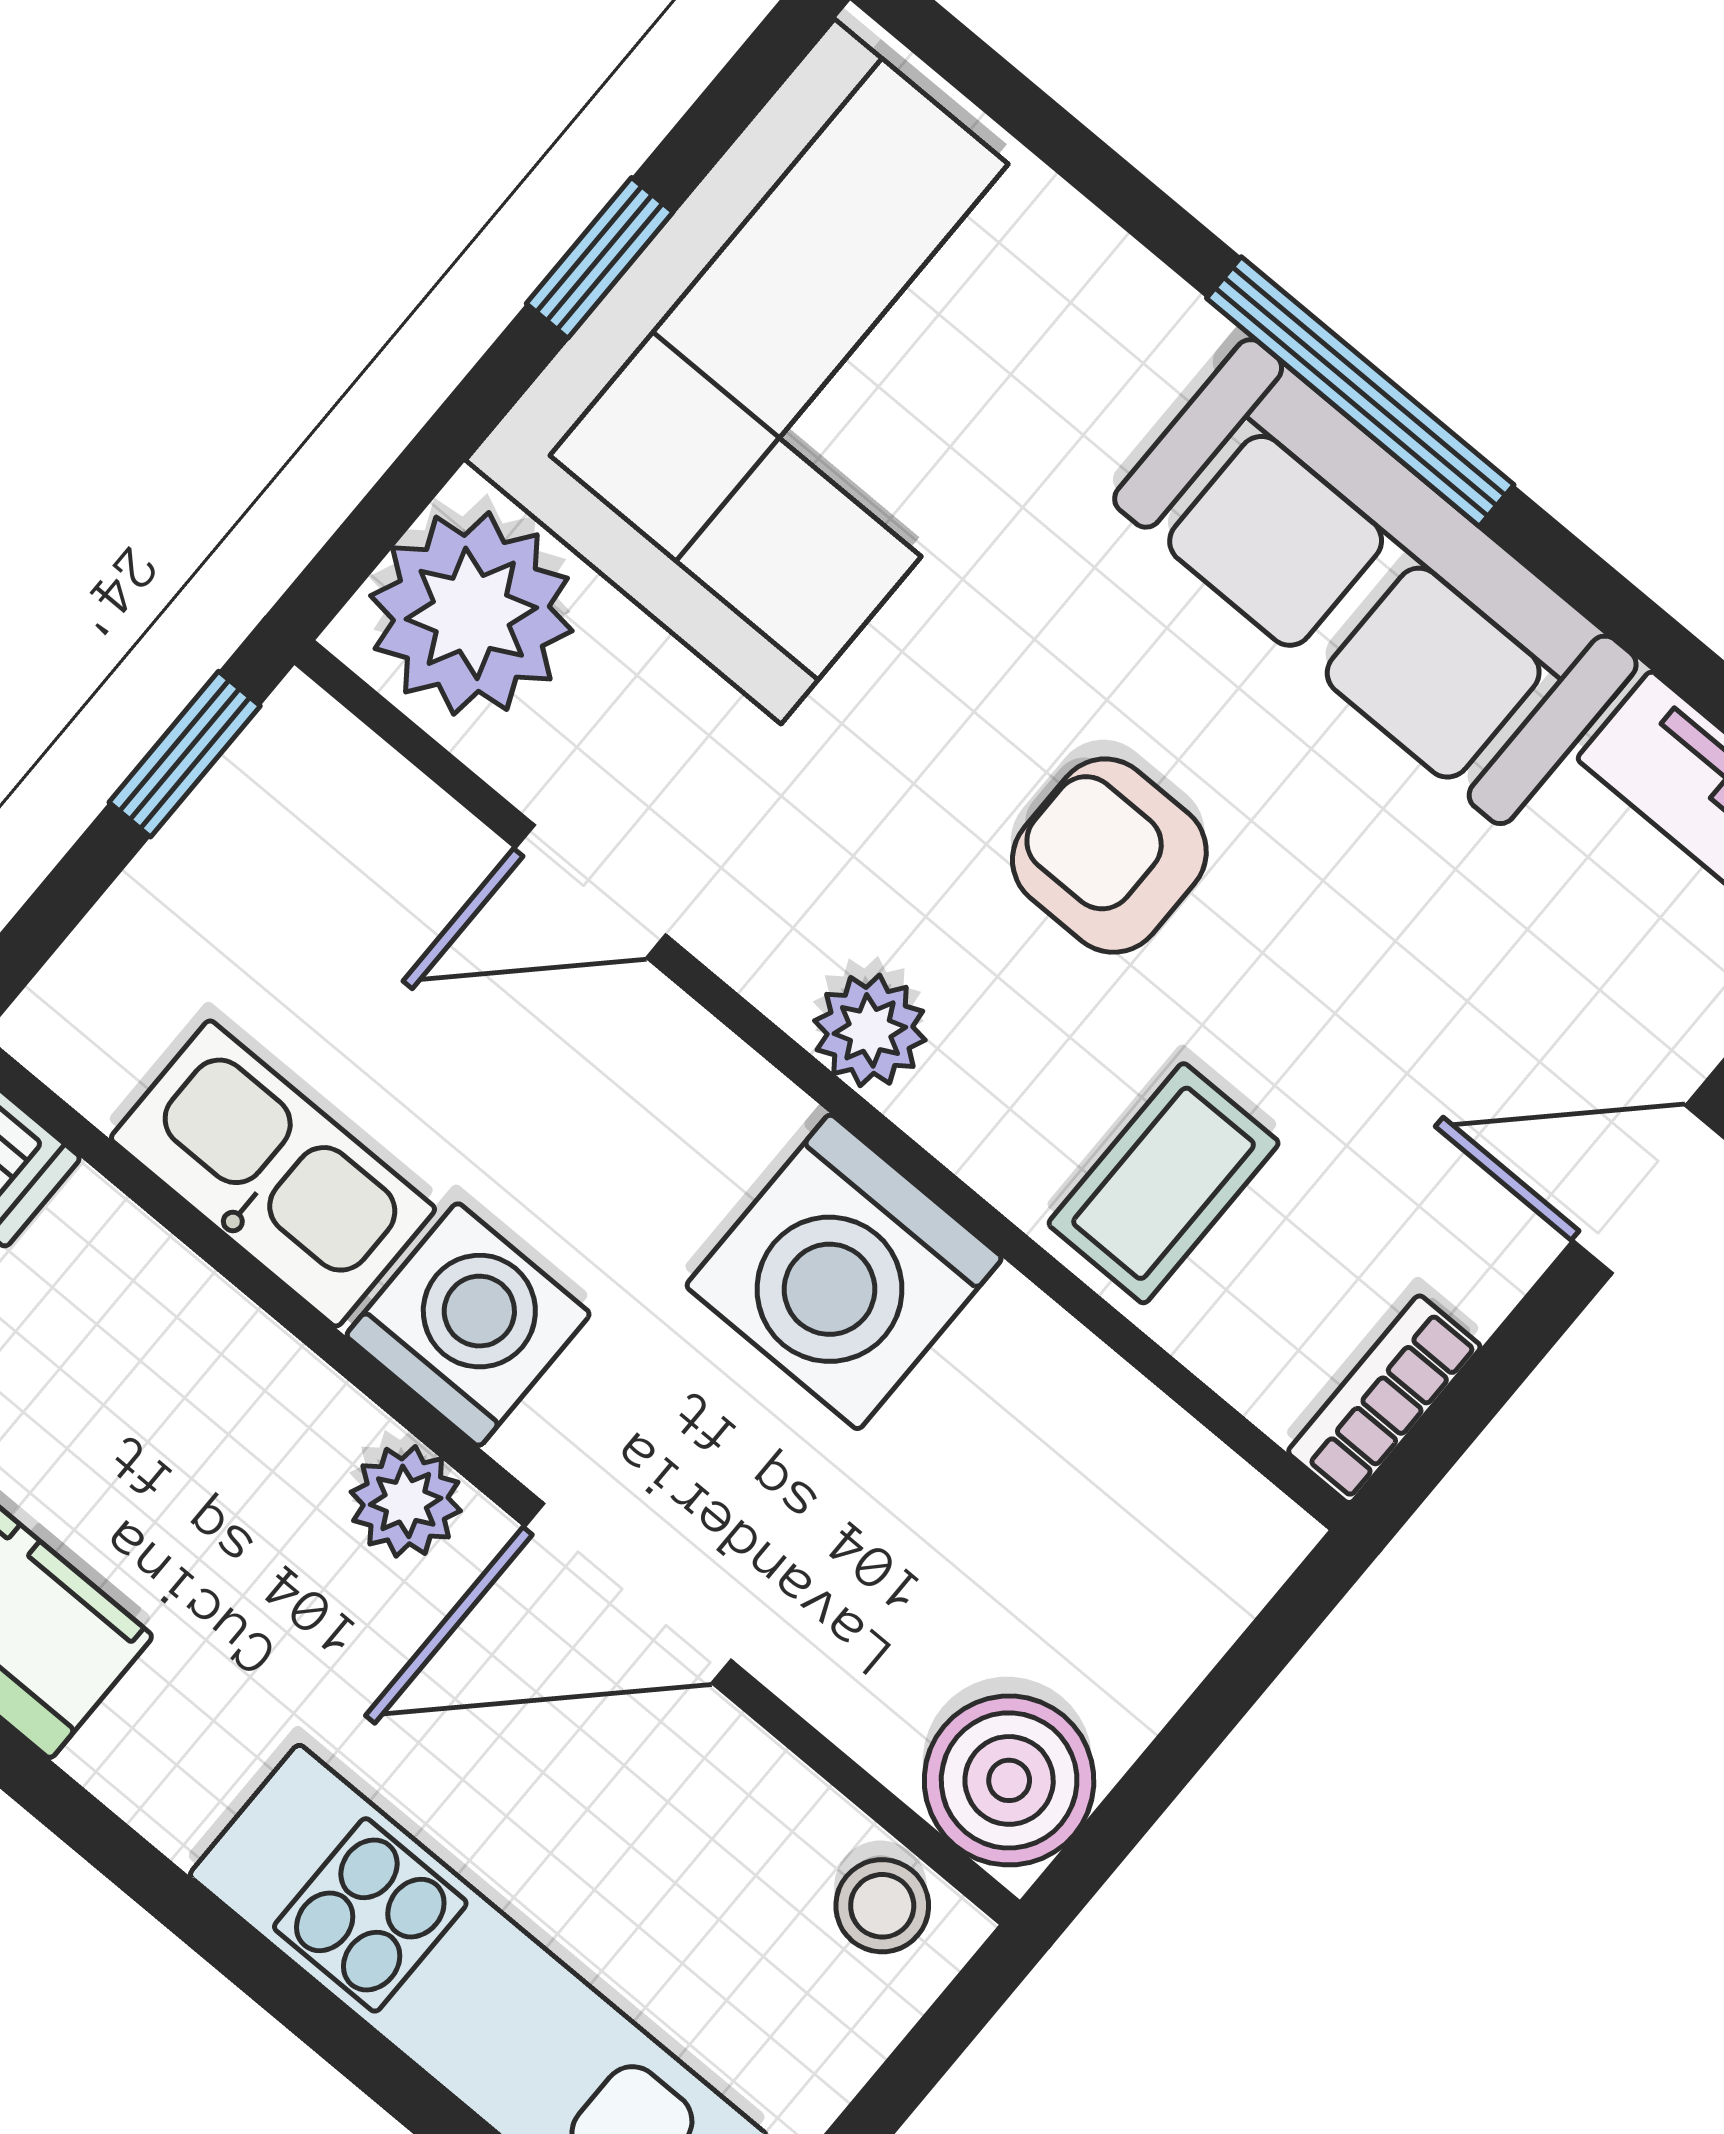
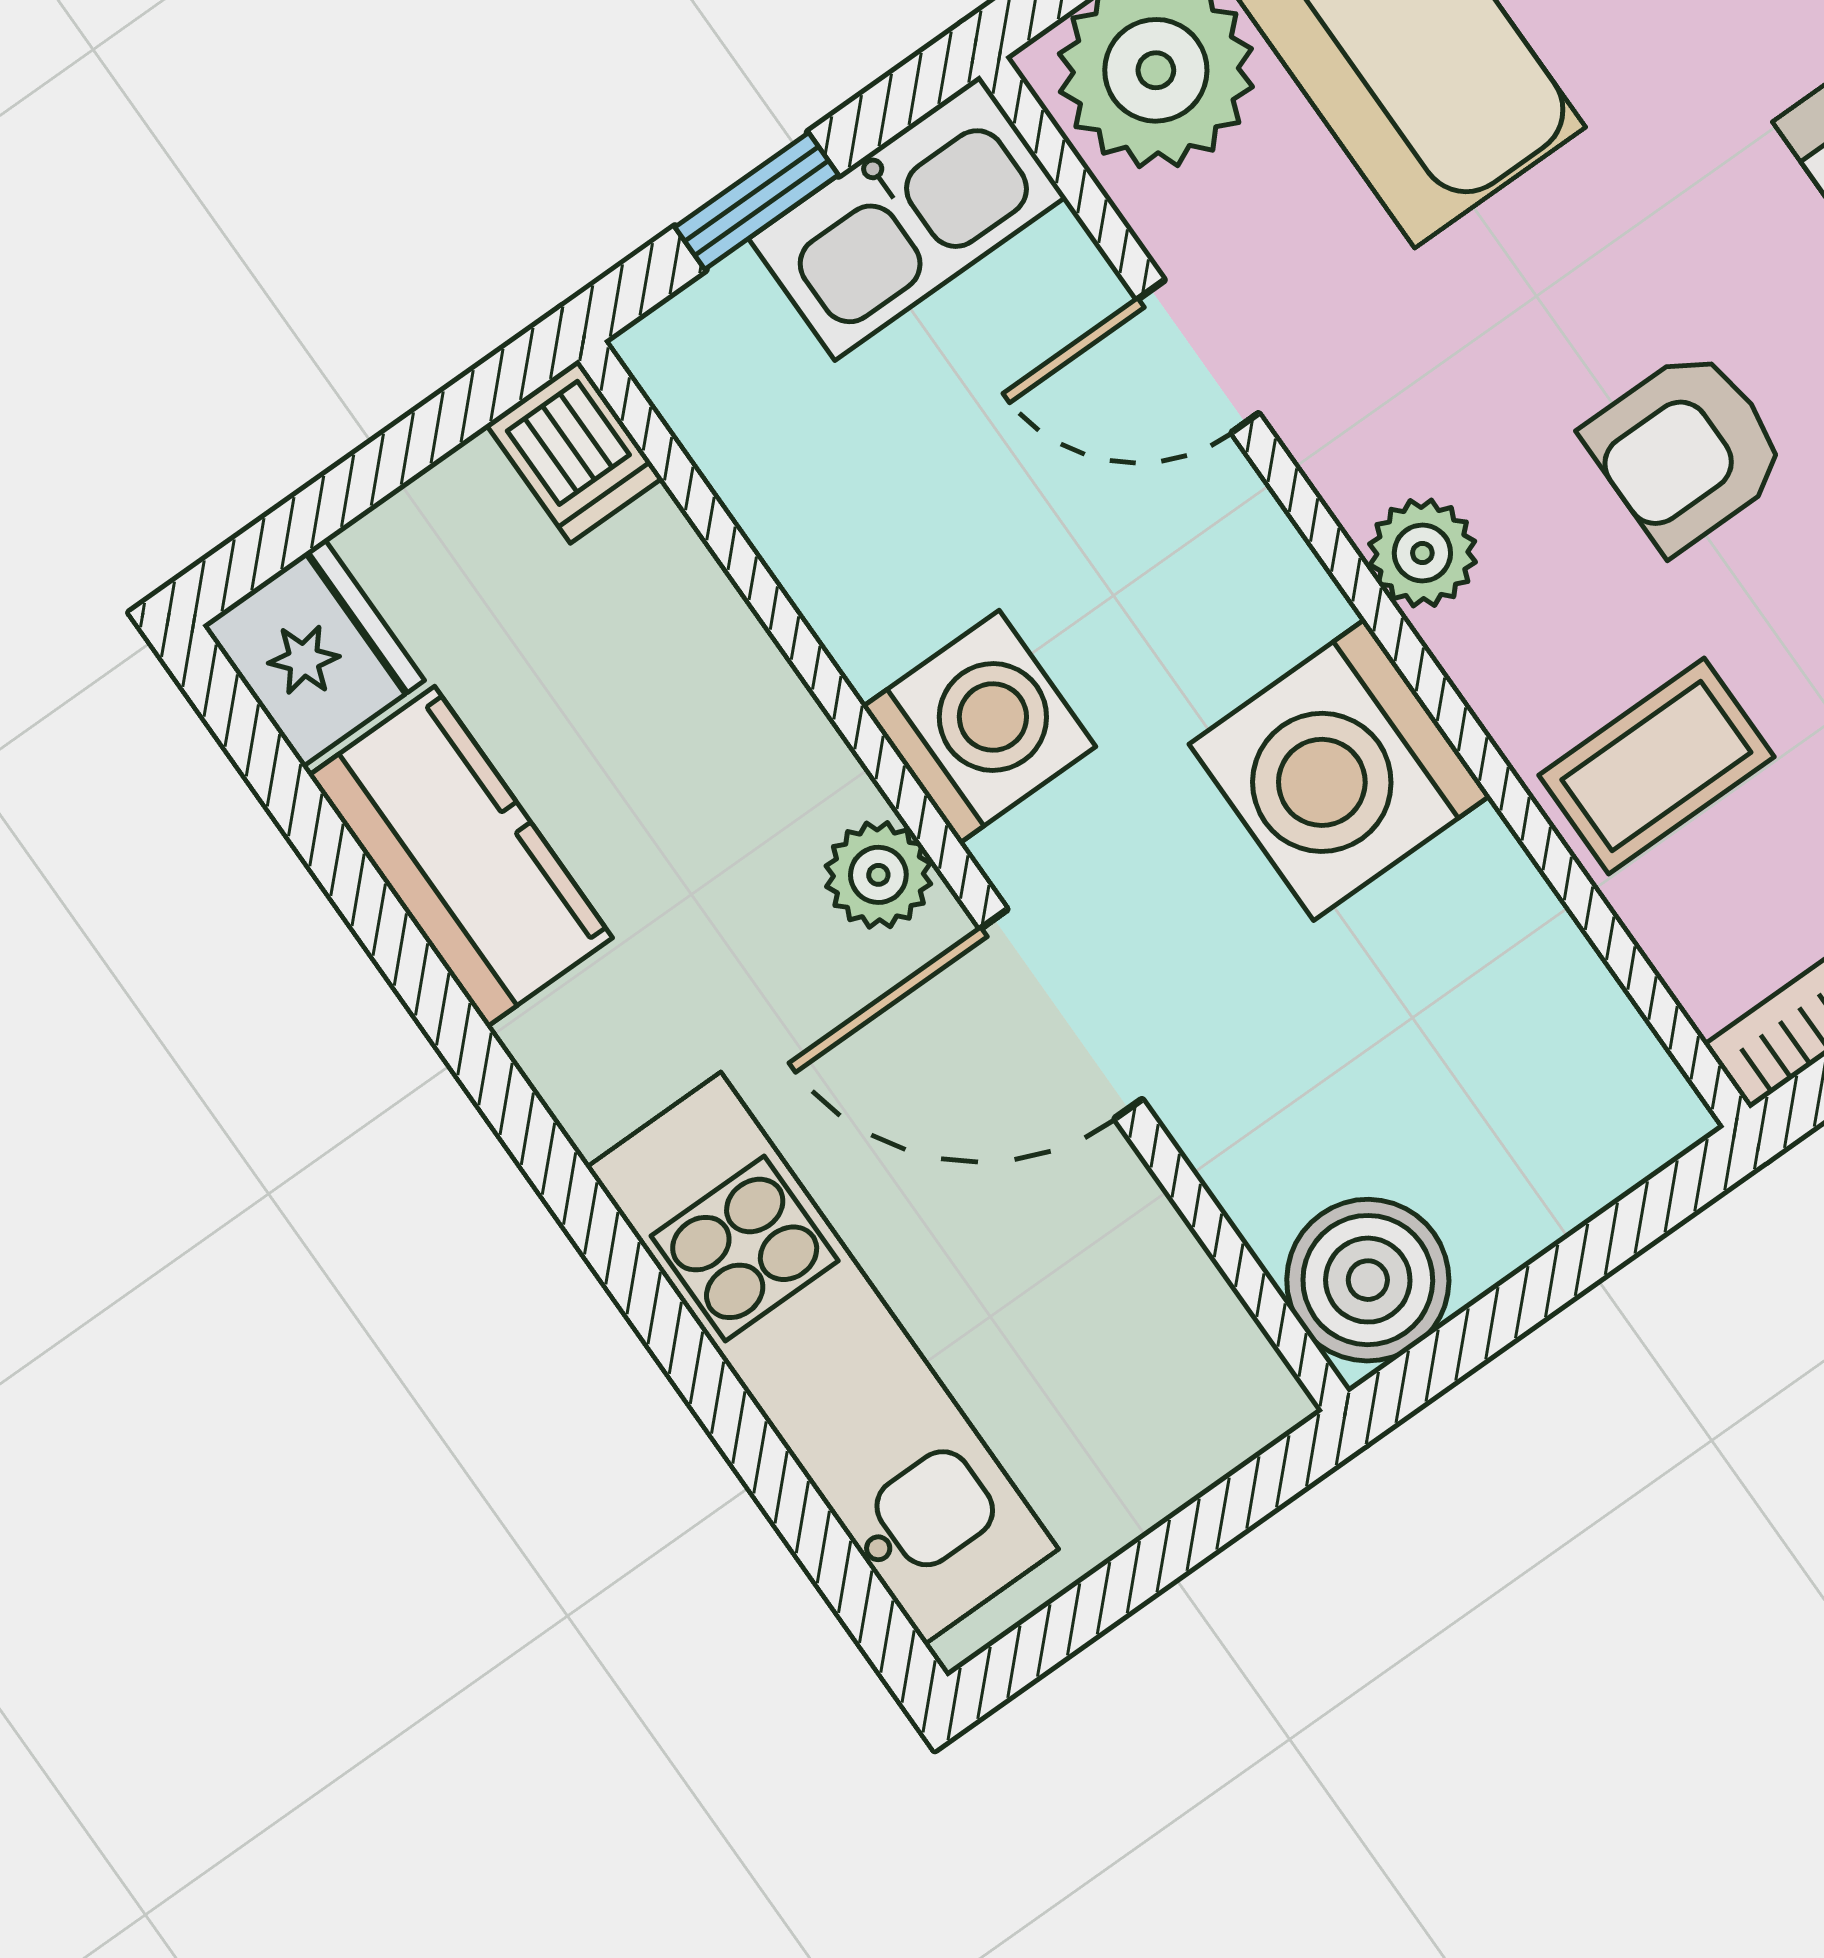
window: (185, 754) -> (757, 201), moved
armchair: (1109, 856) -> (1686, 450), turned -90
kitchen sink: (273, 1173) -> (907, 218), moved, turned 90
stool: (882, 1906) -> (1220, 1365), removed

